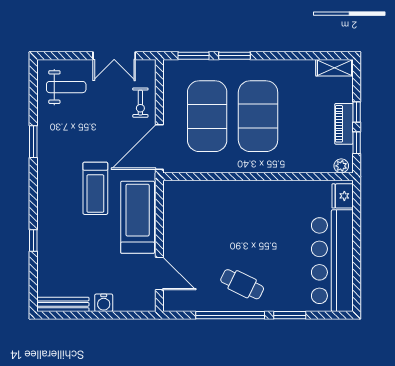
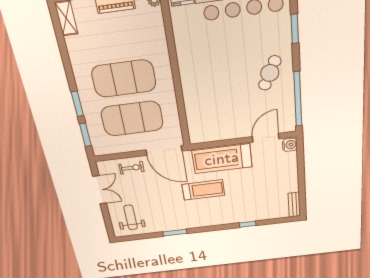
water cooler: (104, 303) -> (290, 145), moved
bench: (63, 304) -> (294, 205), width x0.73
window: (230, 315) -> (298, 99), moved

